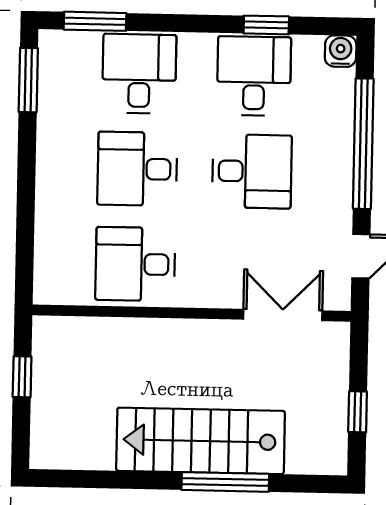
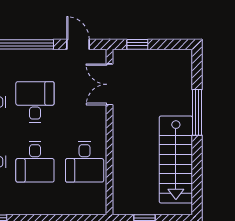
window: (358, 412) -> (137, 44), moved
stairs: (201, 441) -> (176, 159), moved

